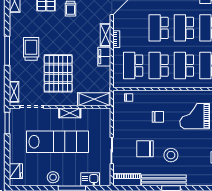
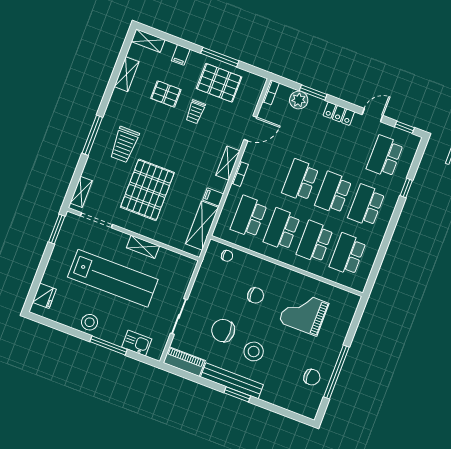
trolley: (31, 49) -> (124, 145), turned 180
filing cabinet: (104, 57) -> (213, 197), width x0.50
shelving: (94, 99) -> (202, 226), moved, turned 90

